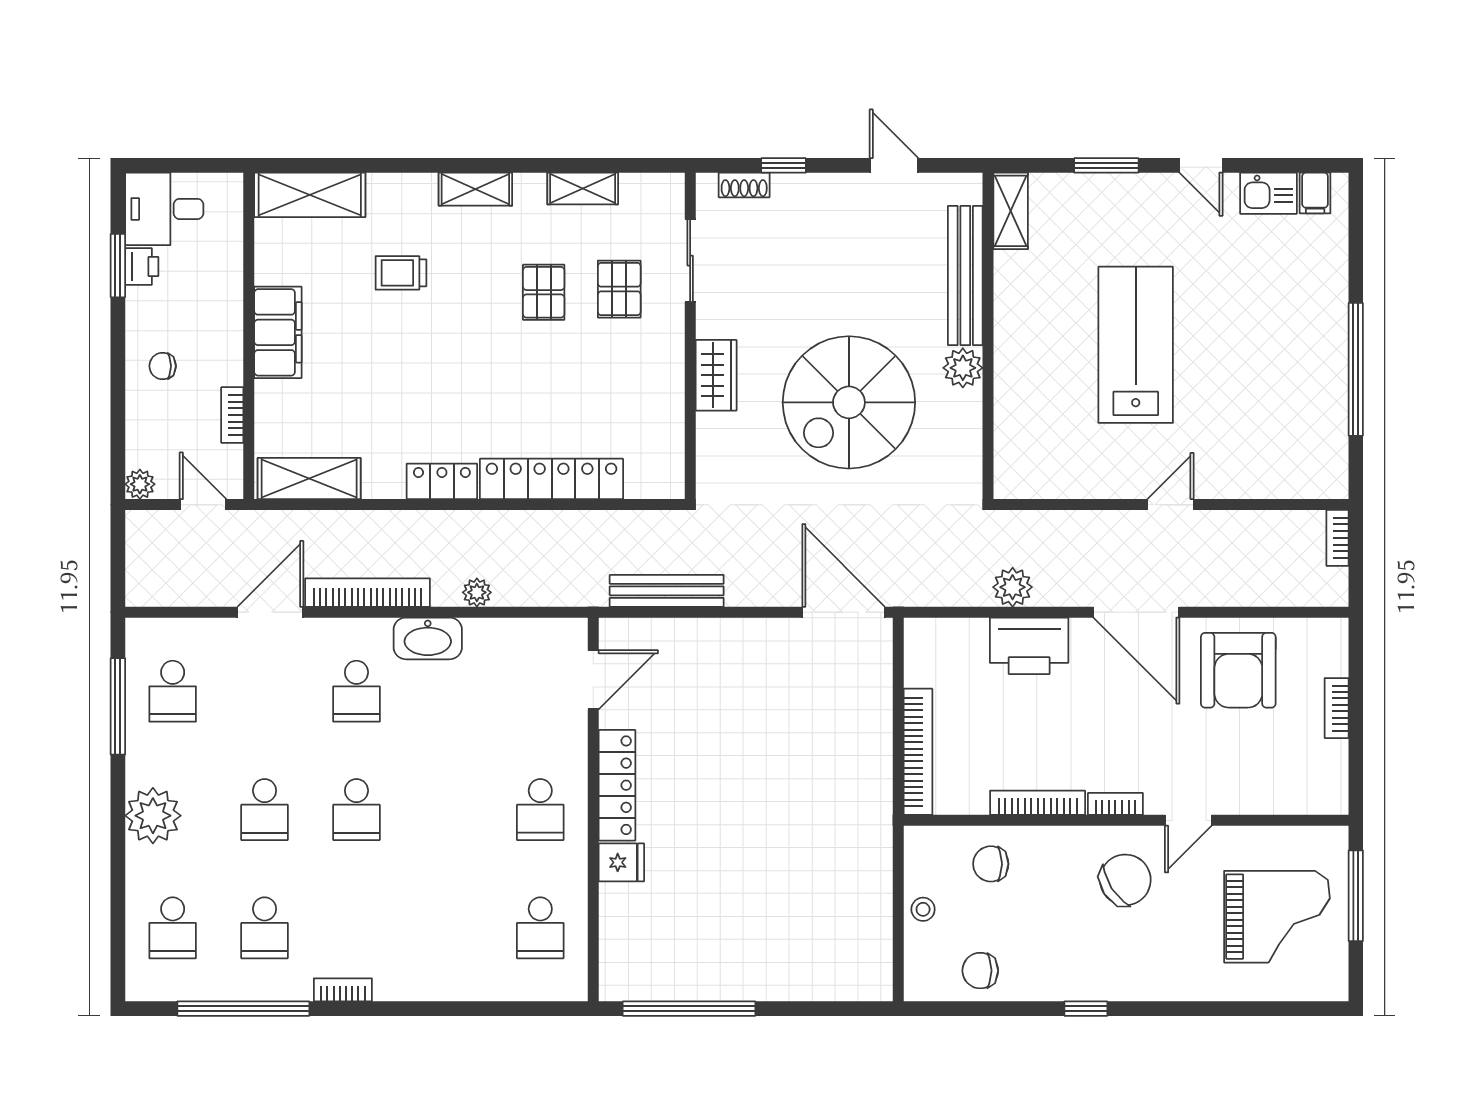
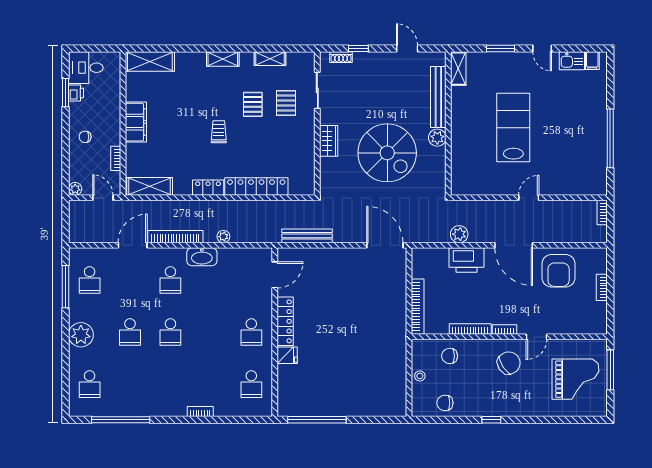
trolley: (401, 273) -> (219, 132), moved, turned 90
spiral stairs: (849, 402) -> (387, 153), turned -90
school desk: (265, 928) -> (130, 384), removed
bookcase: (343, 990) -> (200, 411), moved

